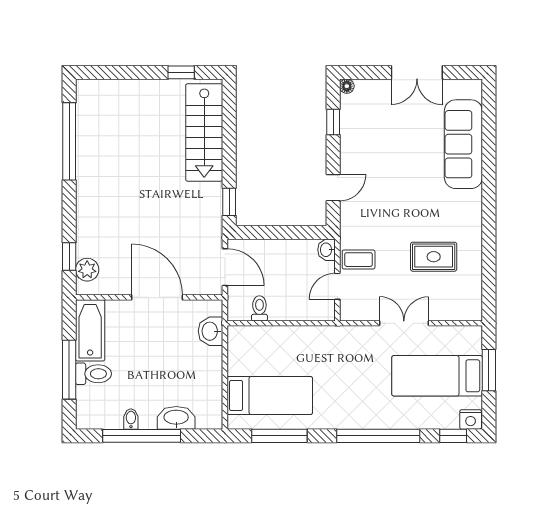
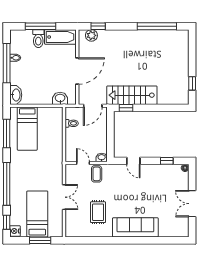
stairs: (204, 132) -> (132, 95), moved
sofa: (463, 144) -> (135, 227), moved
washbasin: (176, 418) -> (16, 95), moved

